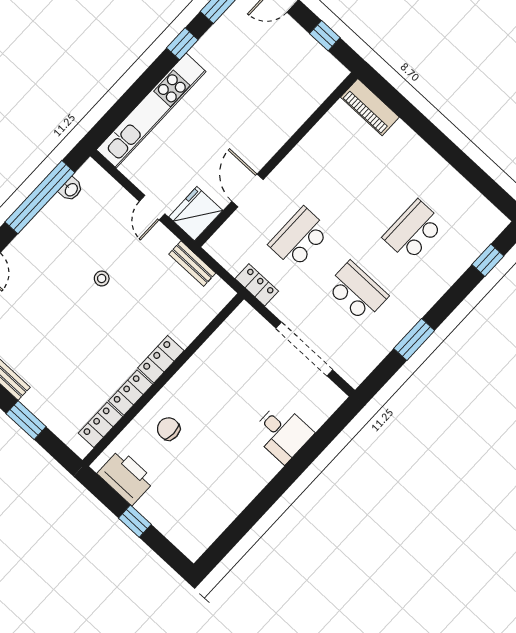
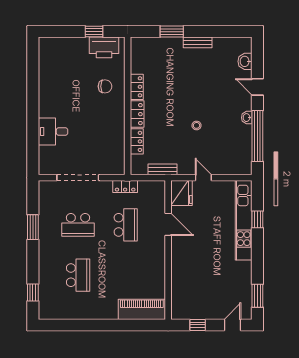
window: (182, 44) -> (257, 219), moved
piano: (370, 107) -> (142, 309), width x1.37, depth x1.33
washbasin: (71, 189) -> (247, 118), moved
locker: (101, 425) -> (137, 141), moved
window: (135, 521) -> (94, 32), moved

